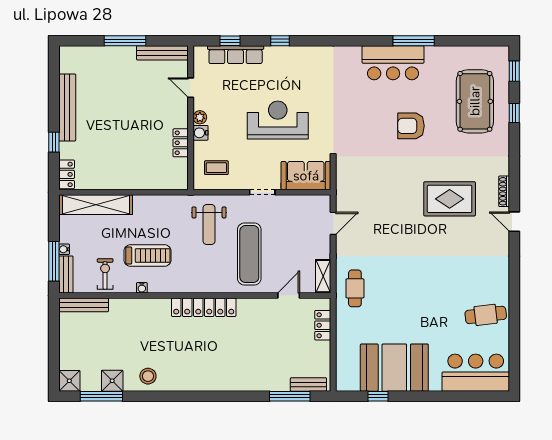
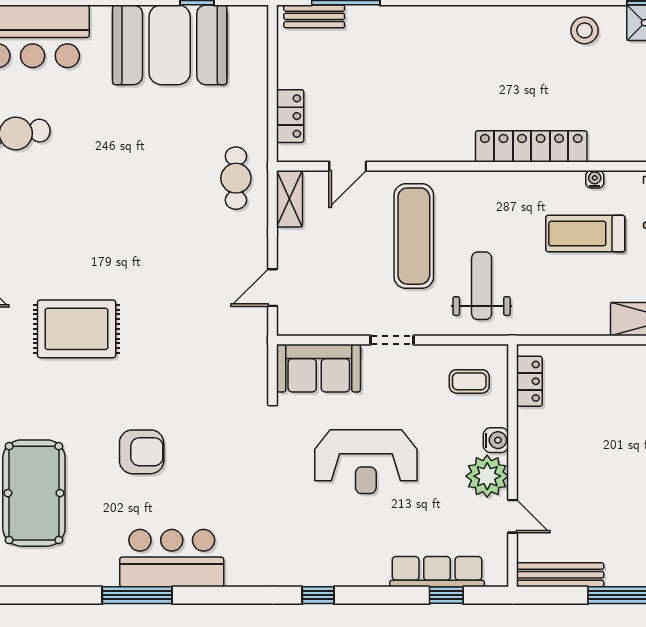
window: (280, 41) -> (318, 595), moved
plant: (200, 117) -> (487, 476), width x1.87, depth x1.87
locker: (181, 143) -> (529, 381), moved
locker: (204, 307) -> (531, 146), moved

